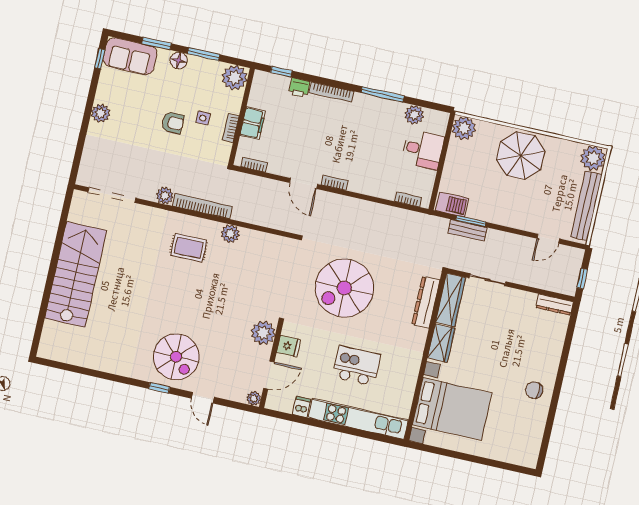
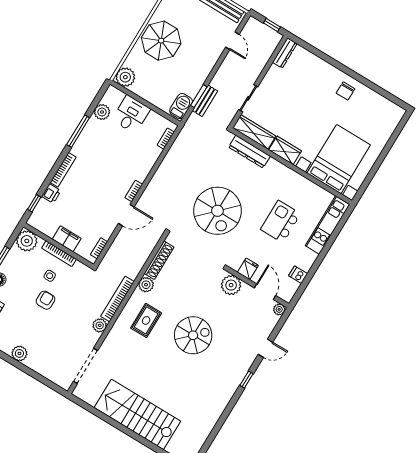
bookcase: (231, 128) -> (59, 254), width x1.56
shoe rack: (264, 239) -> (159, 260), added
spiral stairs: (176, 357) -> (193, 335), moved
kitchen unit: (358, 419) -> (328, 225), width x0.73

